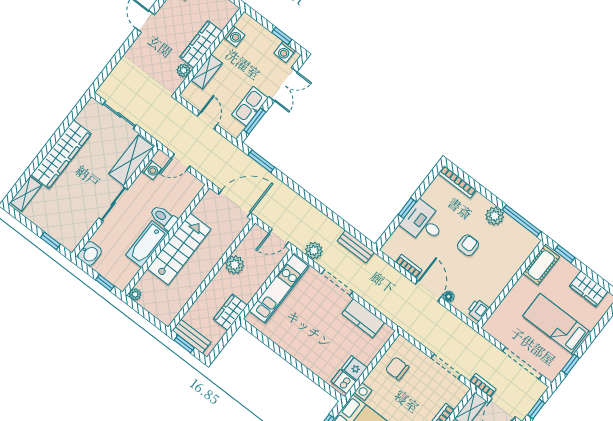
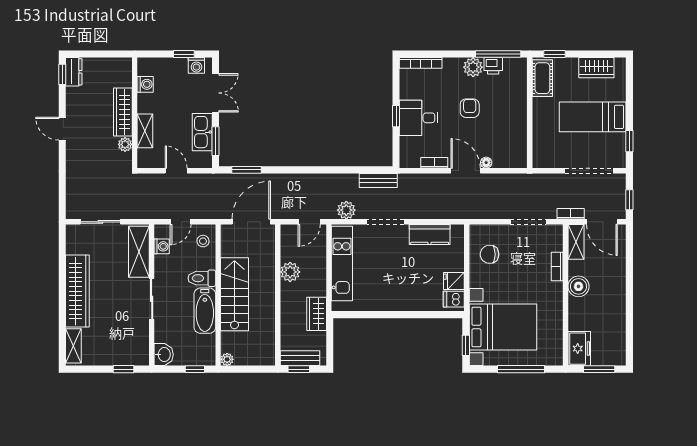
stool: (186, 190) -> (203, 241), added
printer: (478, 310) -> (493, 66), moved, turned -90

